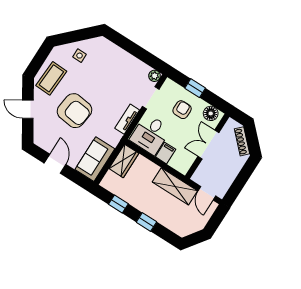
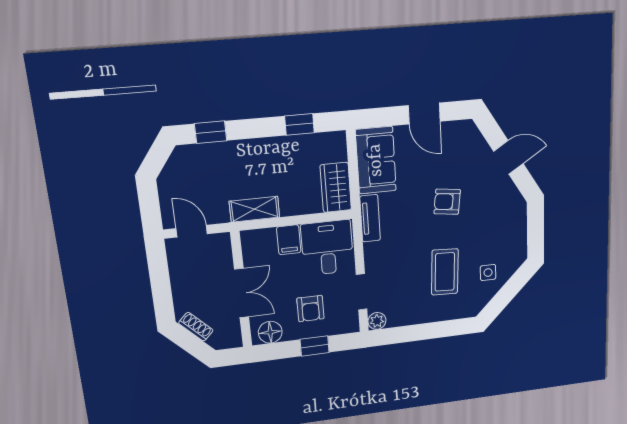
coffee table: (51, 78) -> (445, 272), moved
armchair: (74, 111) -> (447, 202), width x0.53, depth x0.53
tv unit: (127, 119) -> (370, 218), moved
shoe rack: (242, 141) -> (196, 327), width x0.70
shelving: (175, 186) -> (254, 209), width x0.67, depth x0.75
window: (146, 222) -> (211, 132), moved

